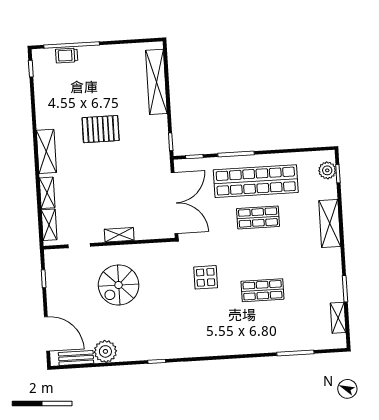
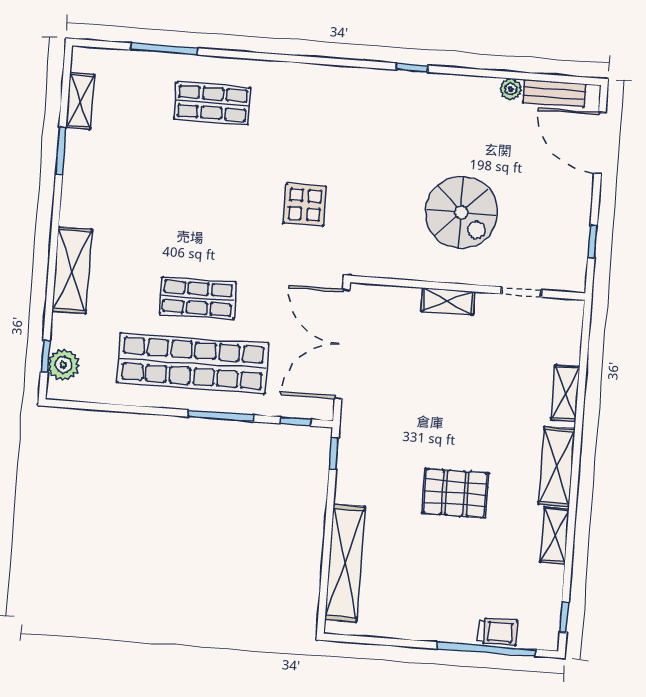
shelving: (49, 225) -> (555, 535), moved
spiral stairs: (119, 285) -> (461, 212), turned 90
shop shelf: (262, 290) -> (212, 103), moved
plant: (105, 351) -> (511, 89), width x0.53, depth x0.53

